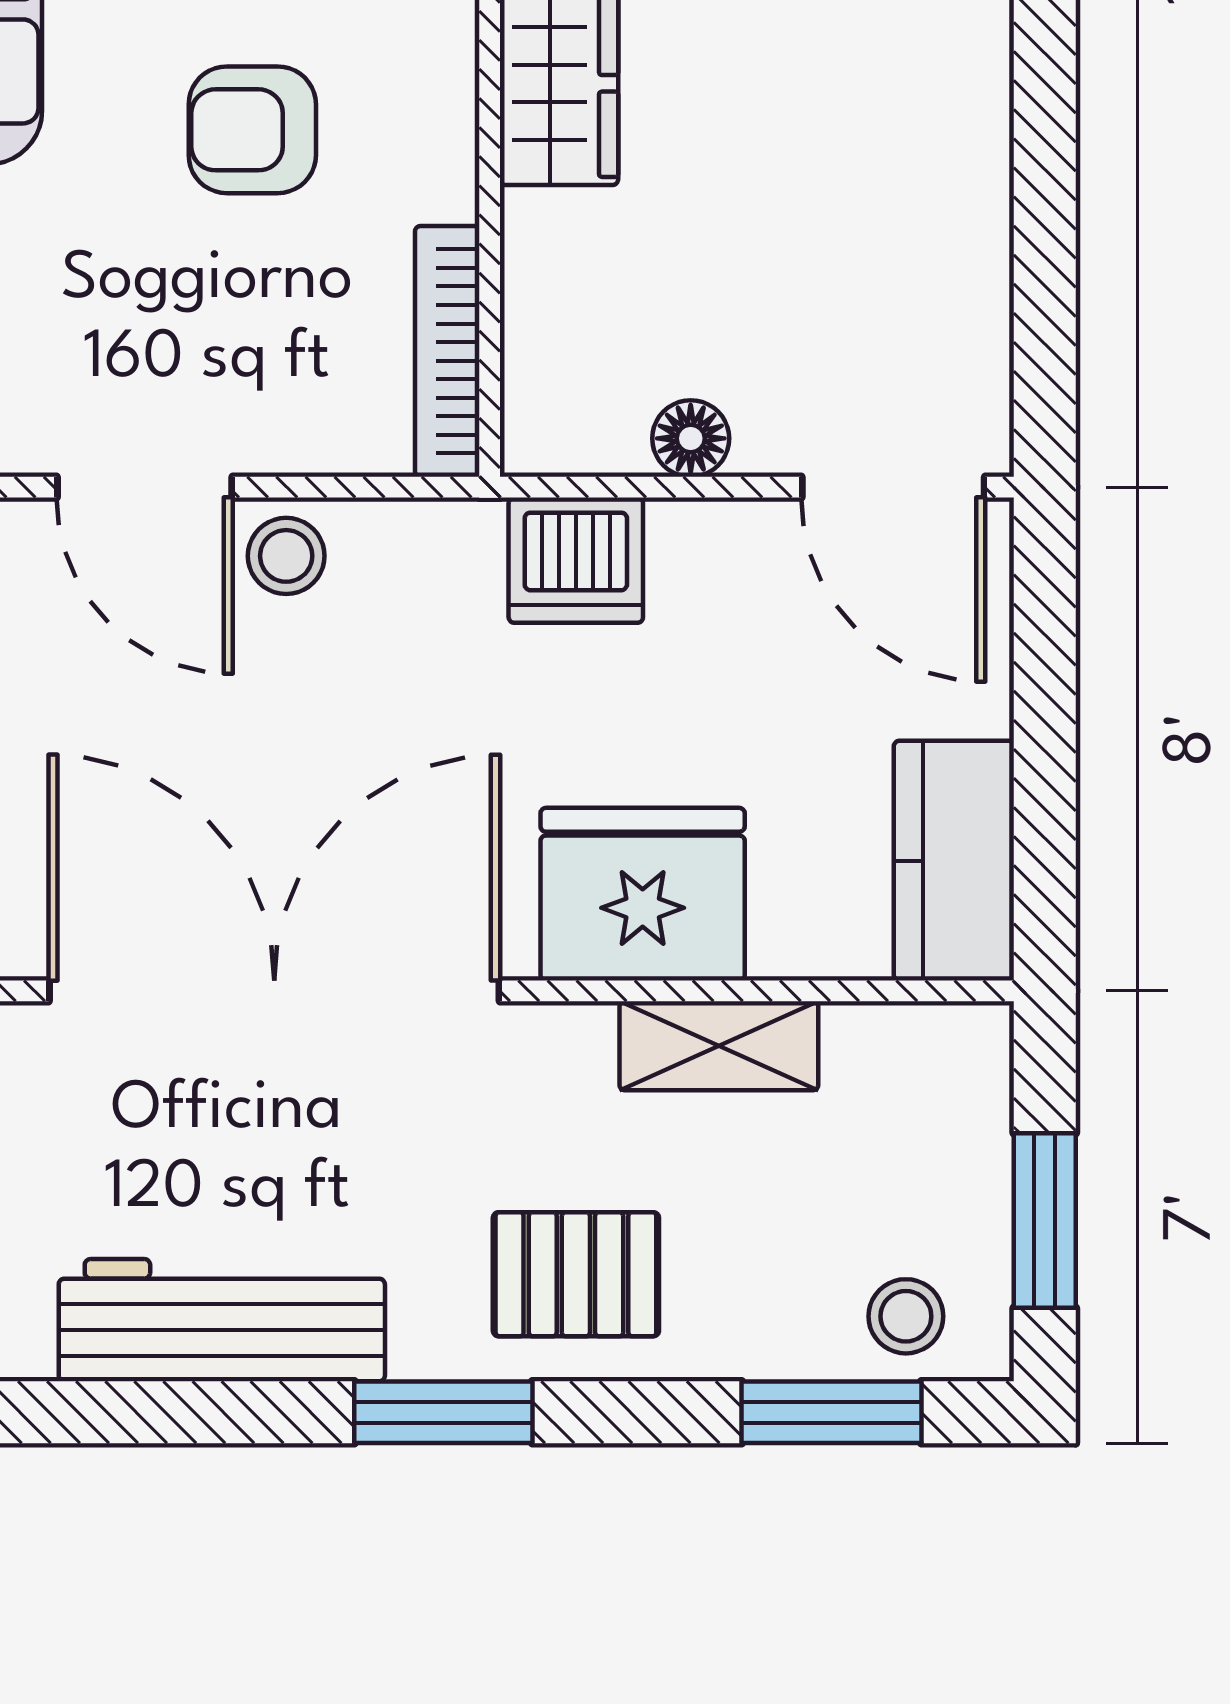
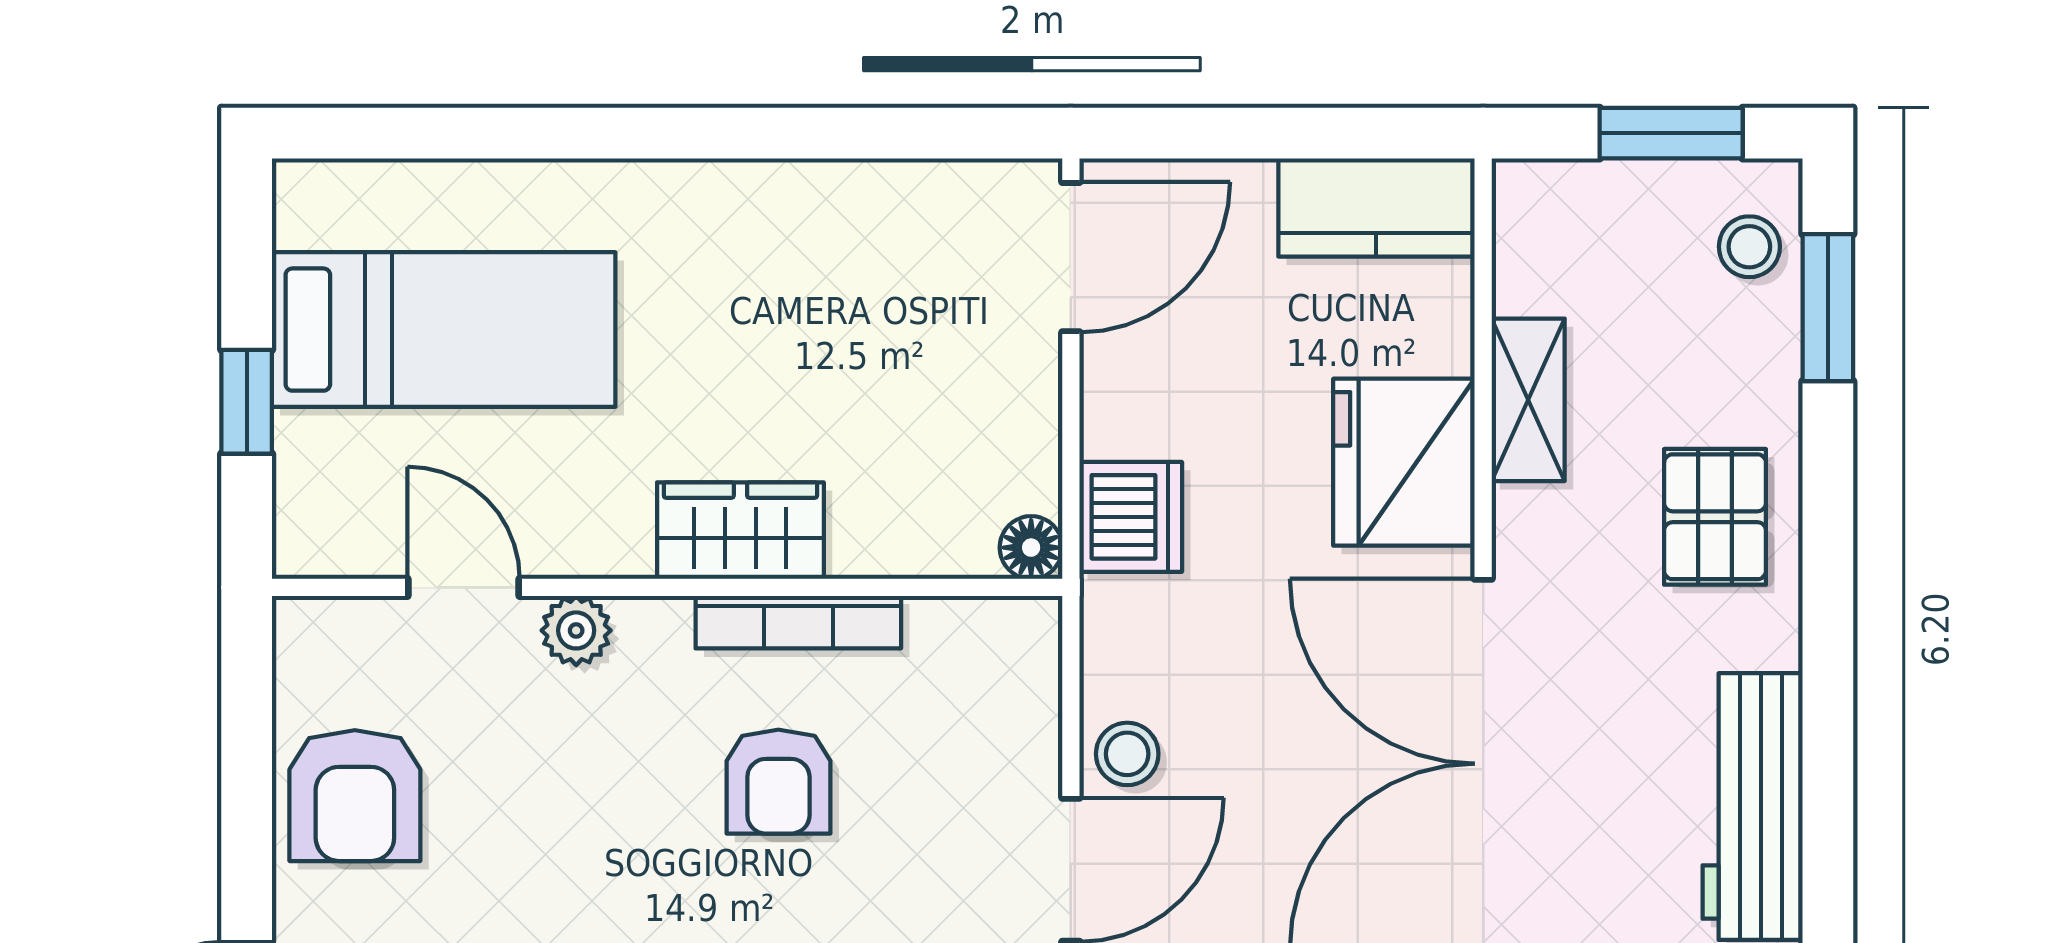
bookcase: (447, 351) -> (798, 622), moved
floor lamp: (691, 438) -> (1031, 548), moved
window: (443, 1412) -> (1828, 625), removed

